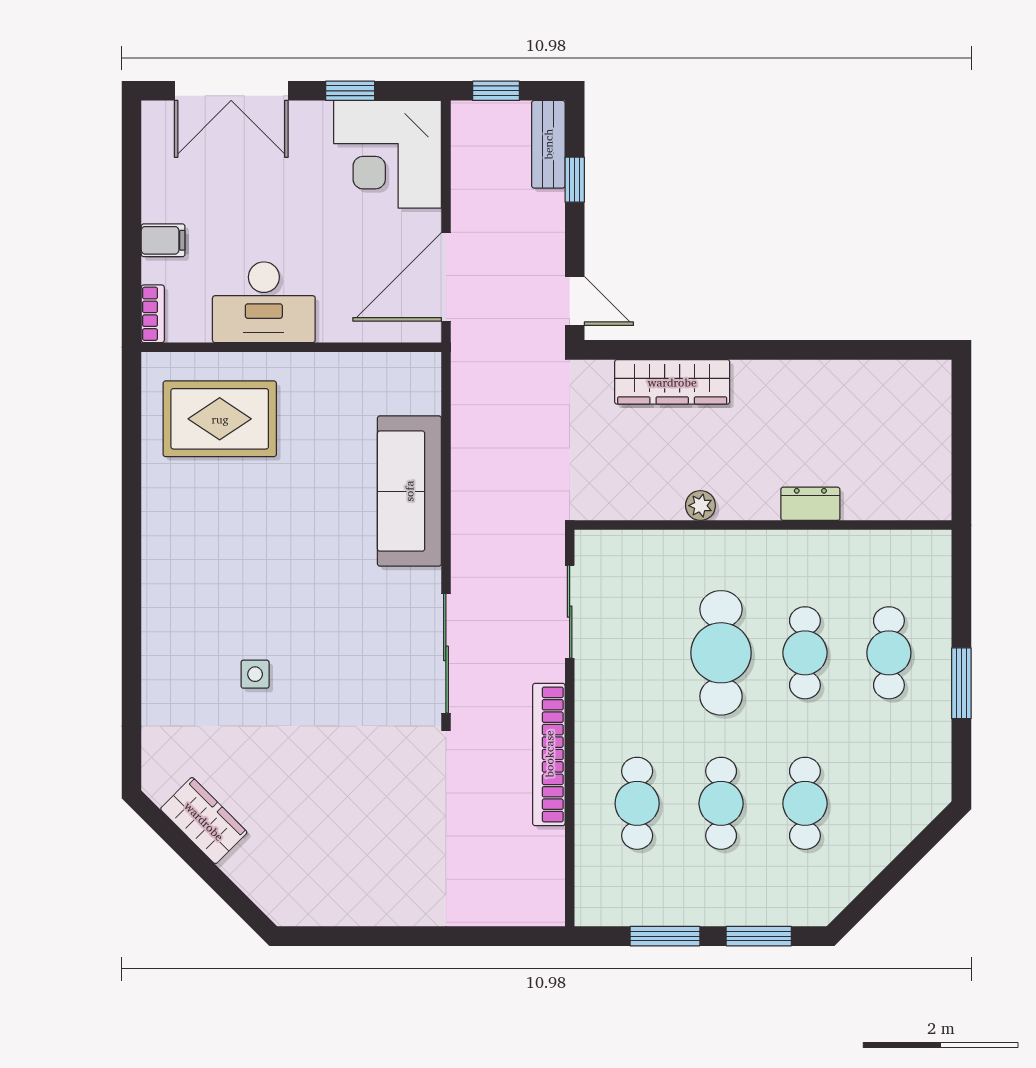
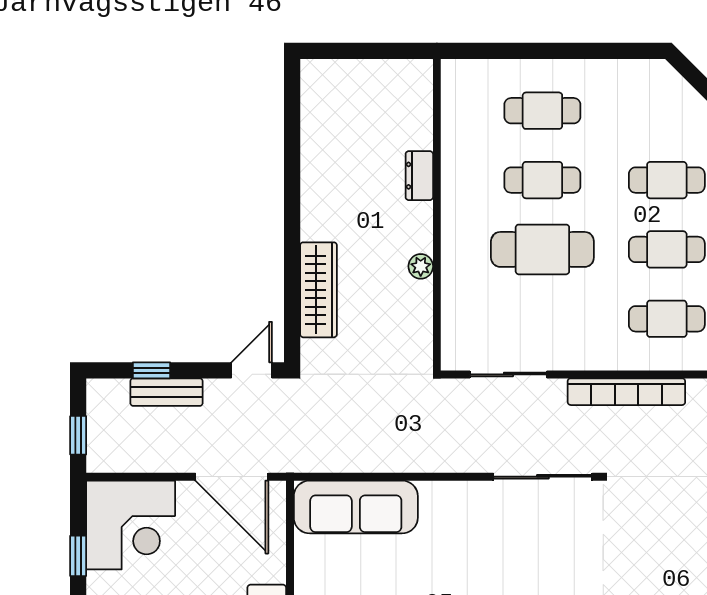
bench: (548, 144) -> (166, 392), moved
sofa: (409, 491) -> (356, 507), moved
window: (961, 683) -> (568, 51), removed

